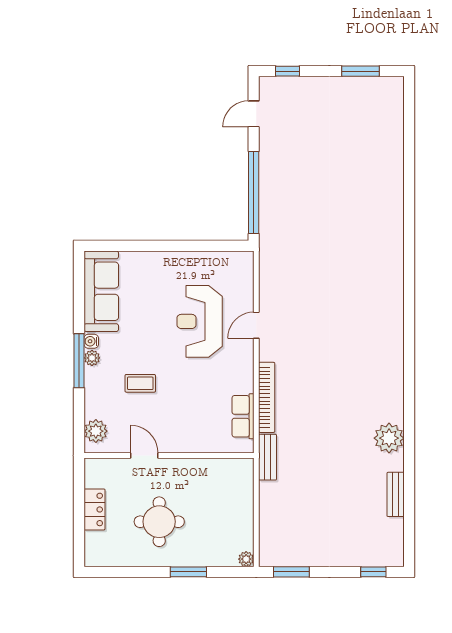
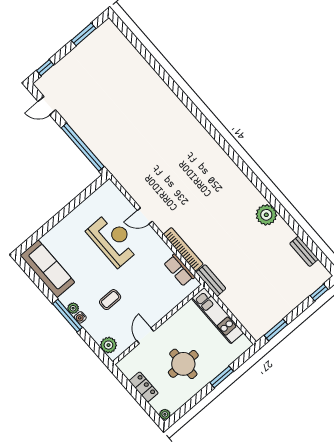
door: (254, 114) -> (47, 106), hinge flipped
reception desk: (200, 321) -> (113, 240), turned 180
door: (256, 325) -> (145, 216), hinge flipped
water cooler: (91, 341) -> (80, 317), moved
door: (144, 455) -> (145, 336), hinge flipped
bench: (396, 494) -> (304, 251), moved
kitchen unit: (242, 501) -> (217, 316), added
plant: (246, 559) -> (165, 414), moved

